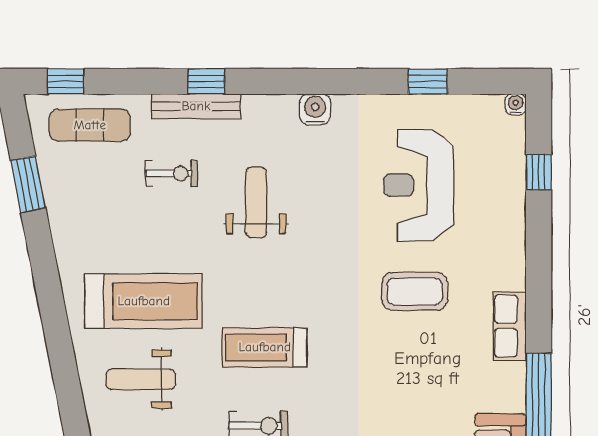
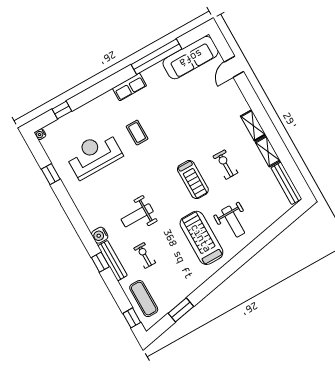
water cooler: (315, 109) -> (100, 235), moved
reception desk: (419, 185) -> (94, 155), turned 180
coffee table: (415, 291) -> (137, 133), width x0.73, depth x0.77

